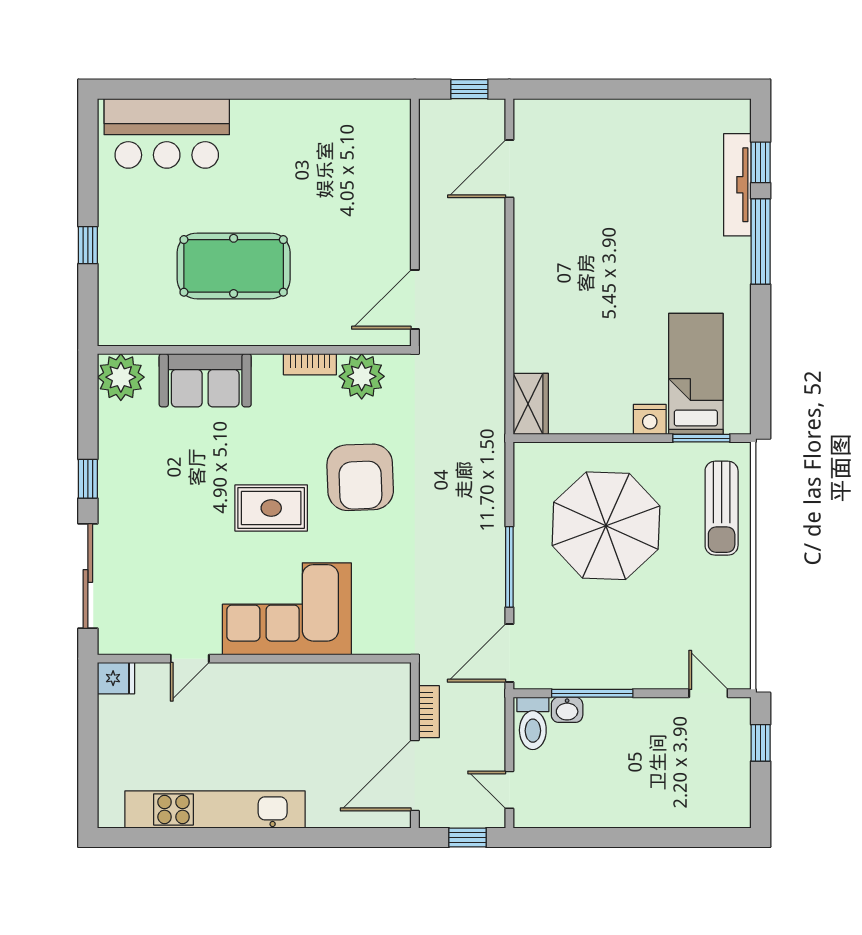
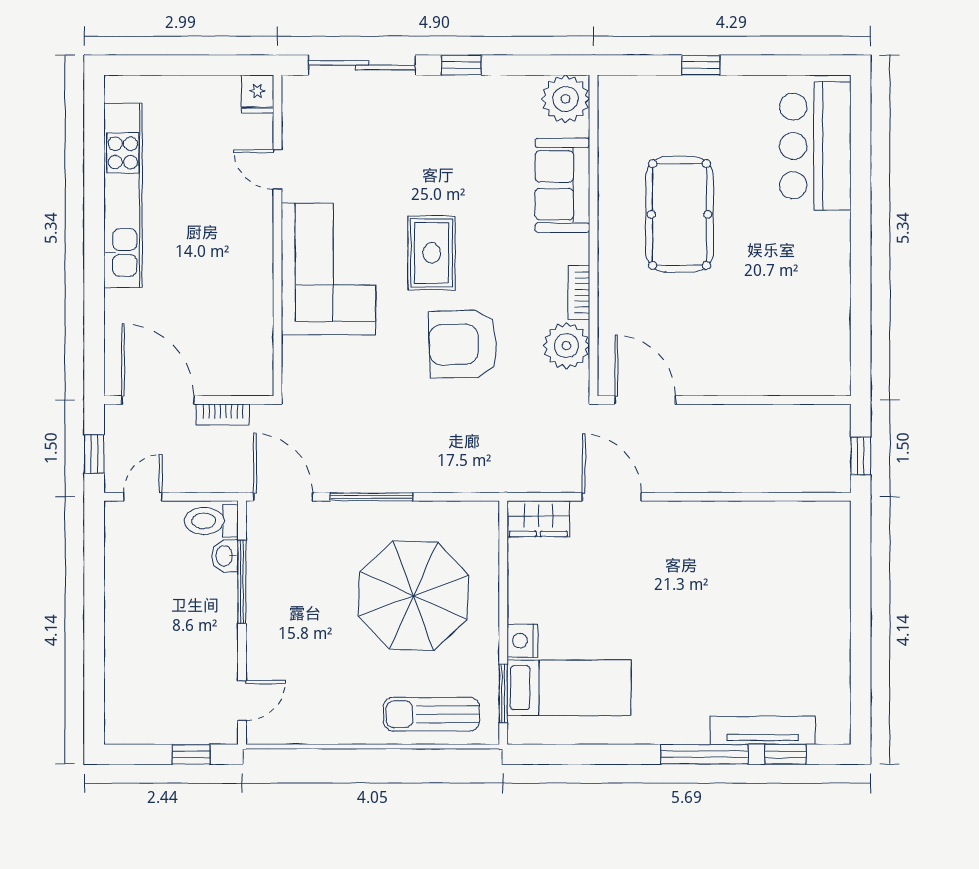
door: (509, 169) -> (612, 497), moved

